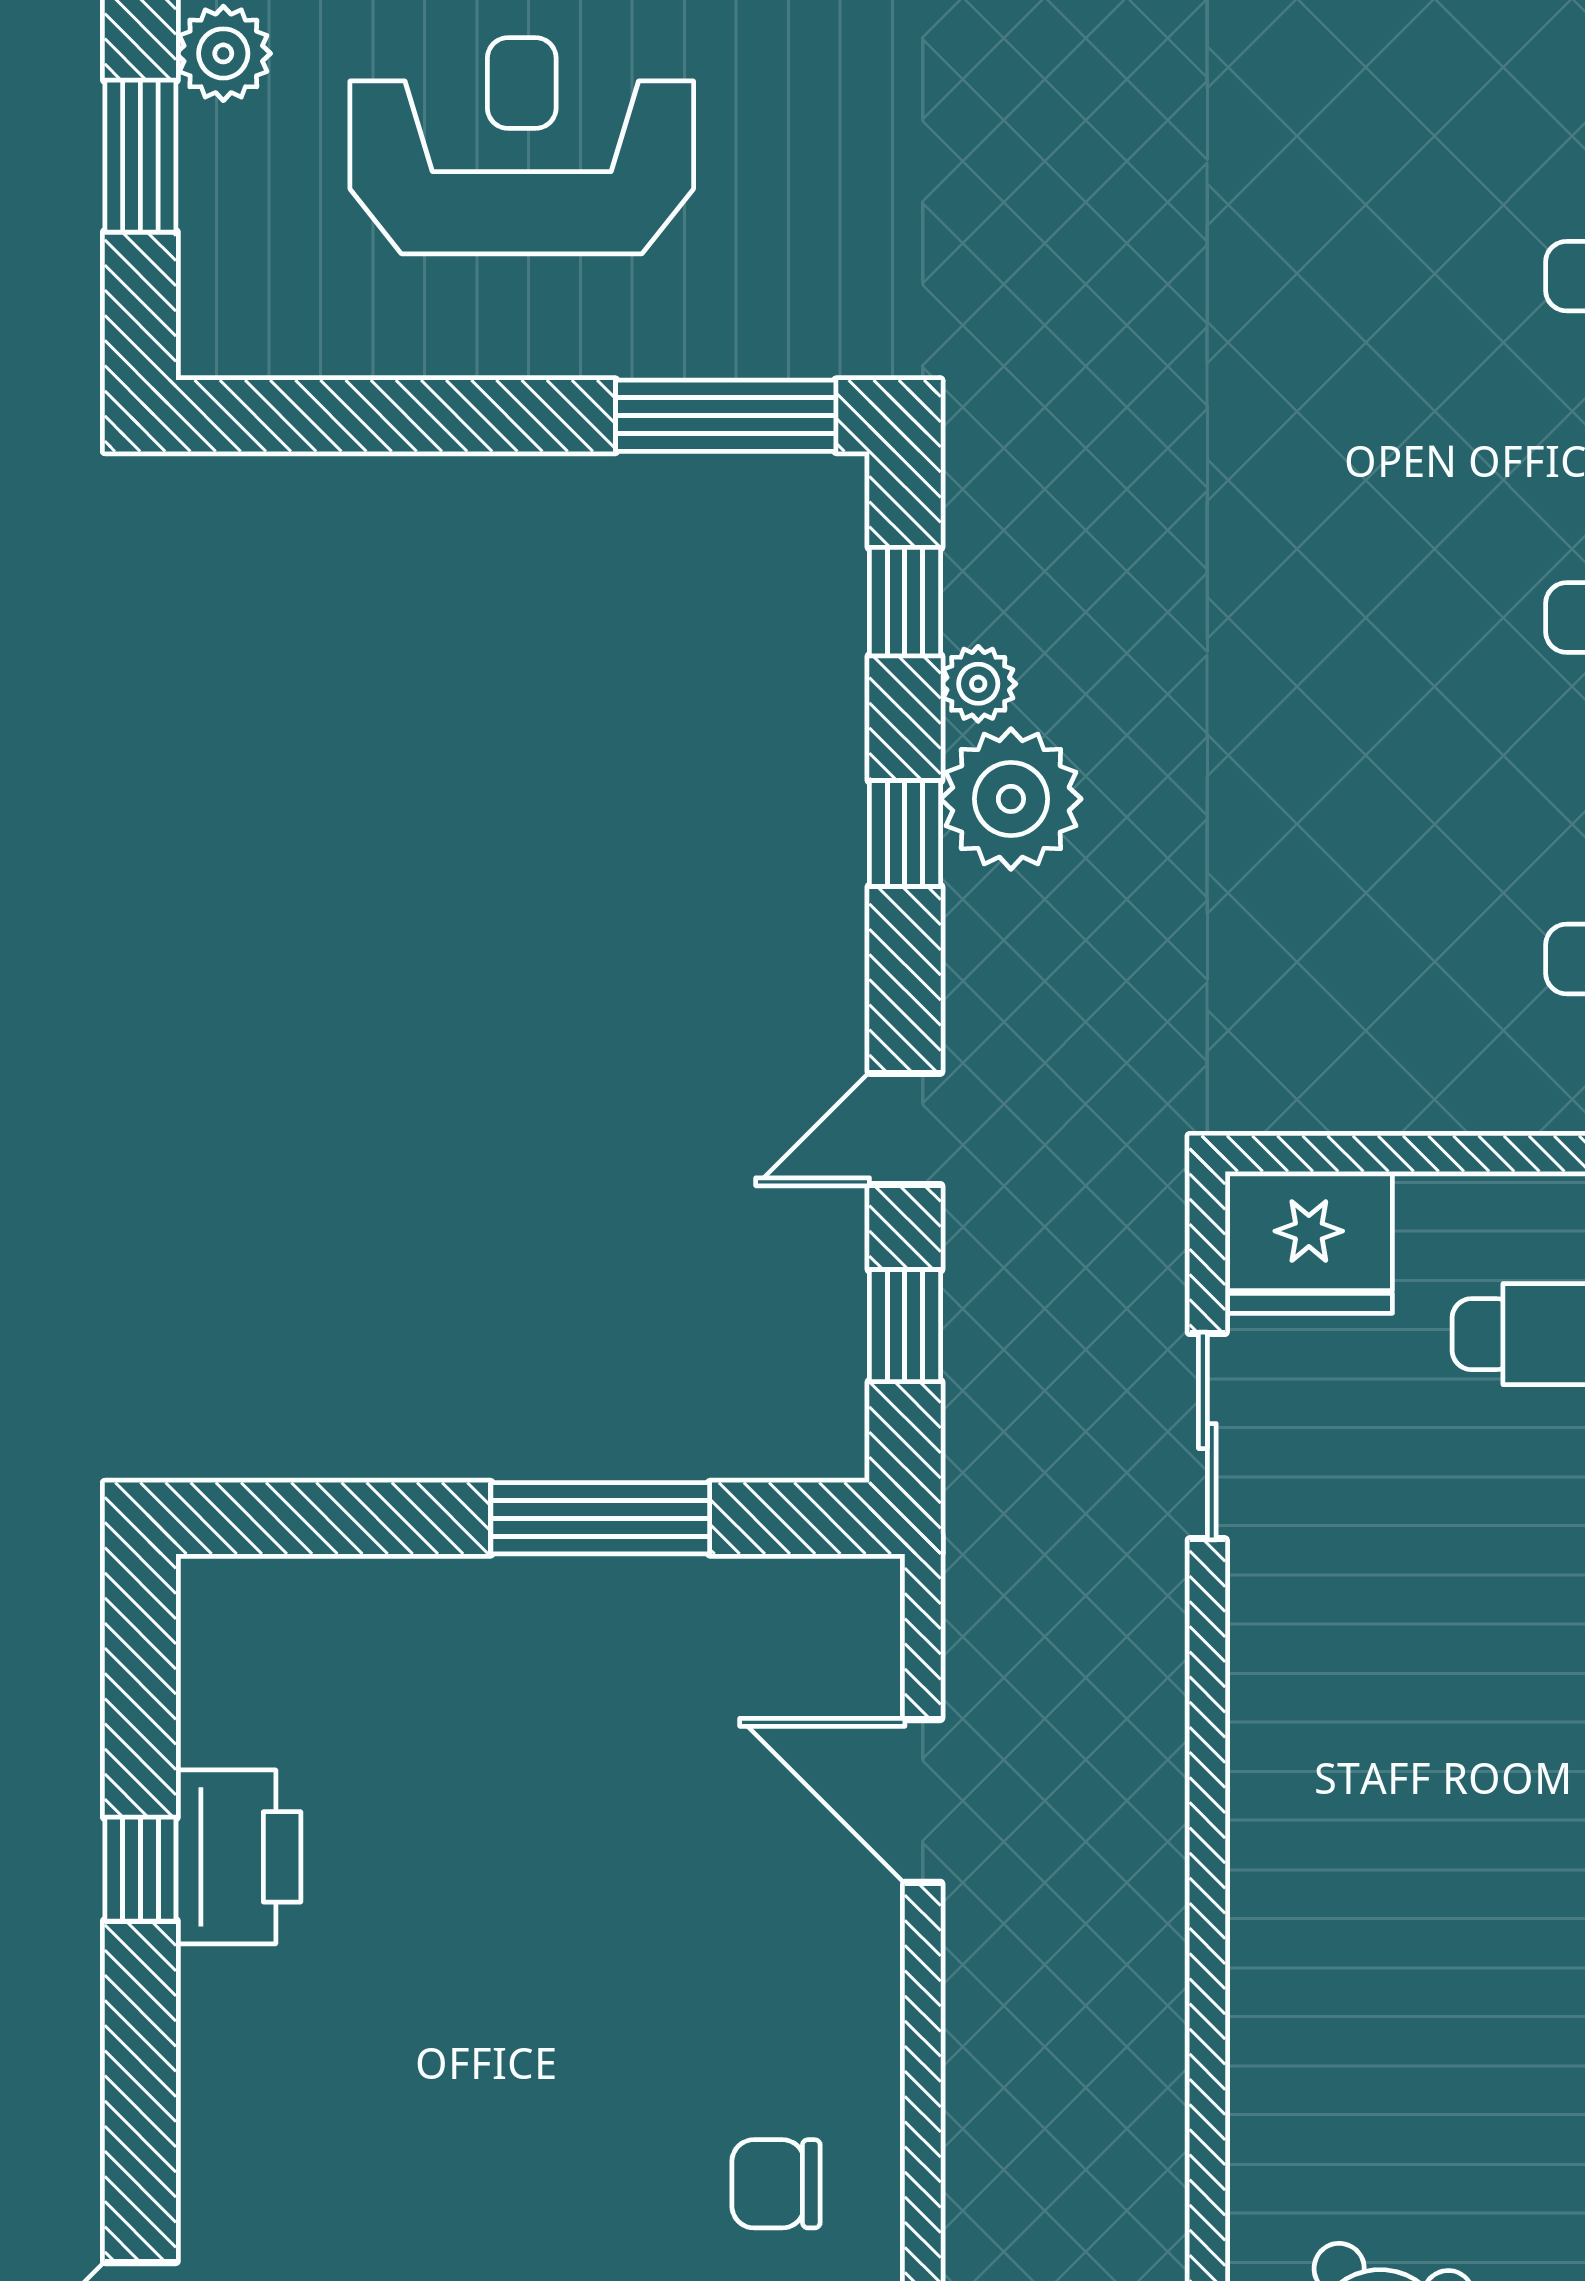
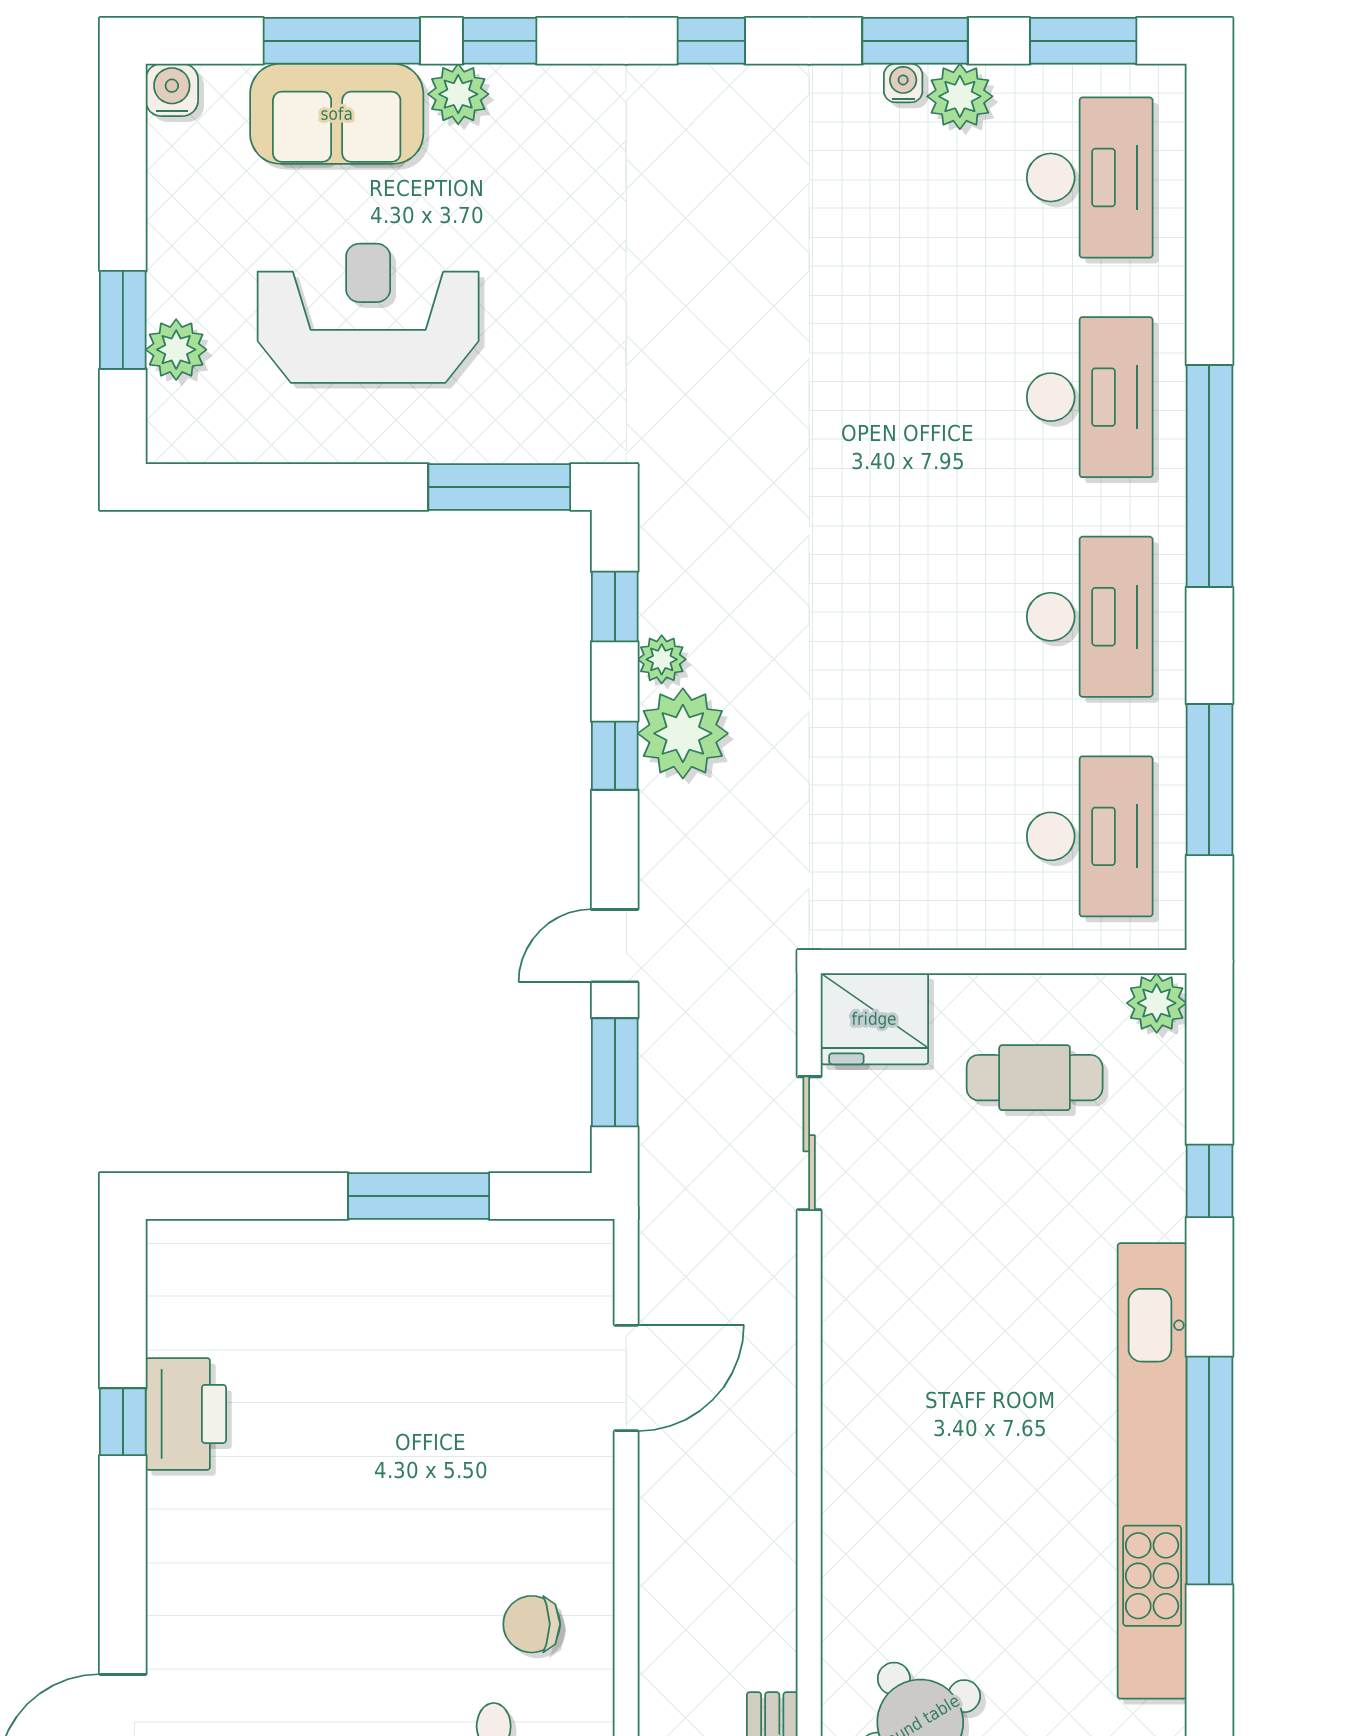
plant: (223, 53) -> (176, 350), moved
window: (905, 1326) -> (615, 1072), width x1.50
door: (923, 1801) -> (626, 1378), swing flipped

